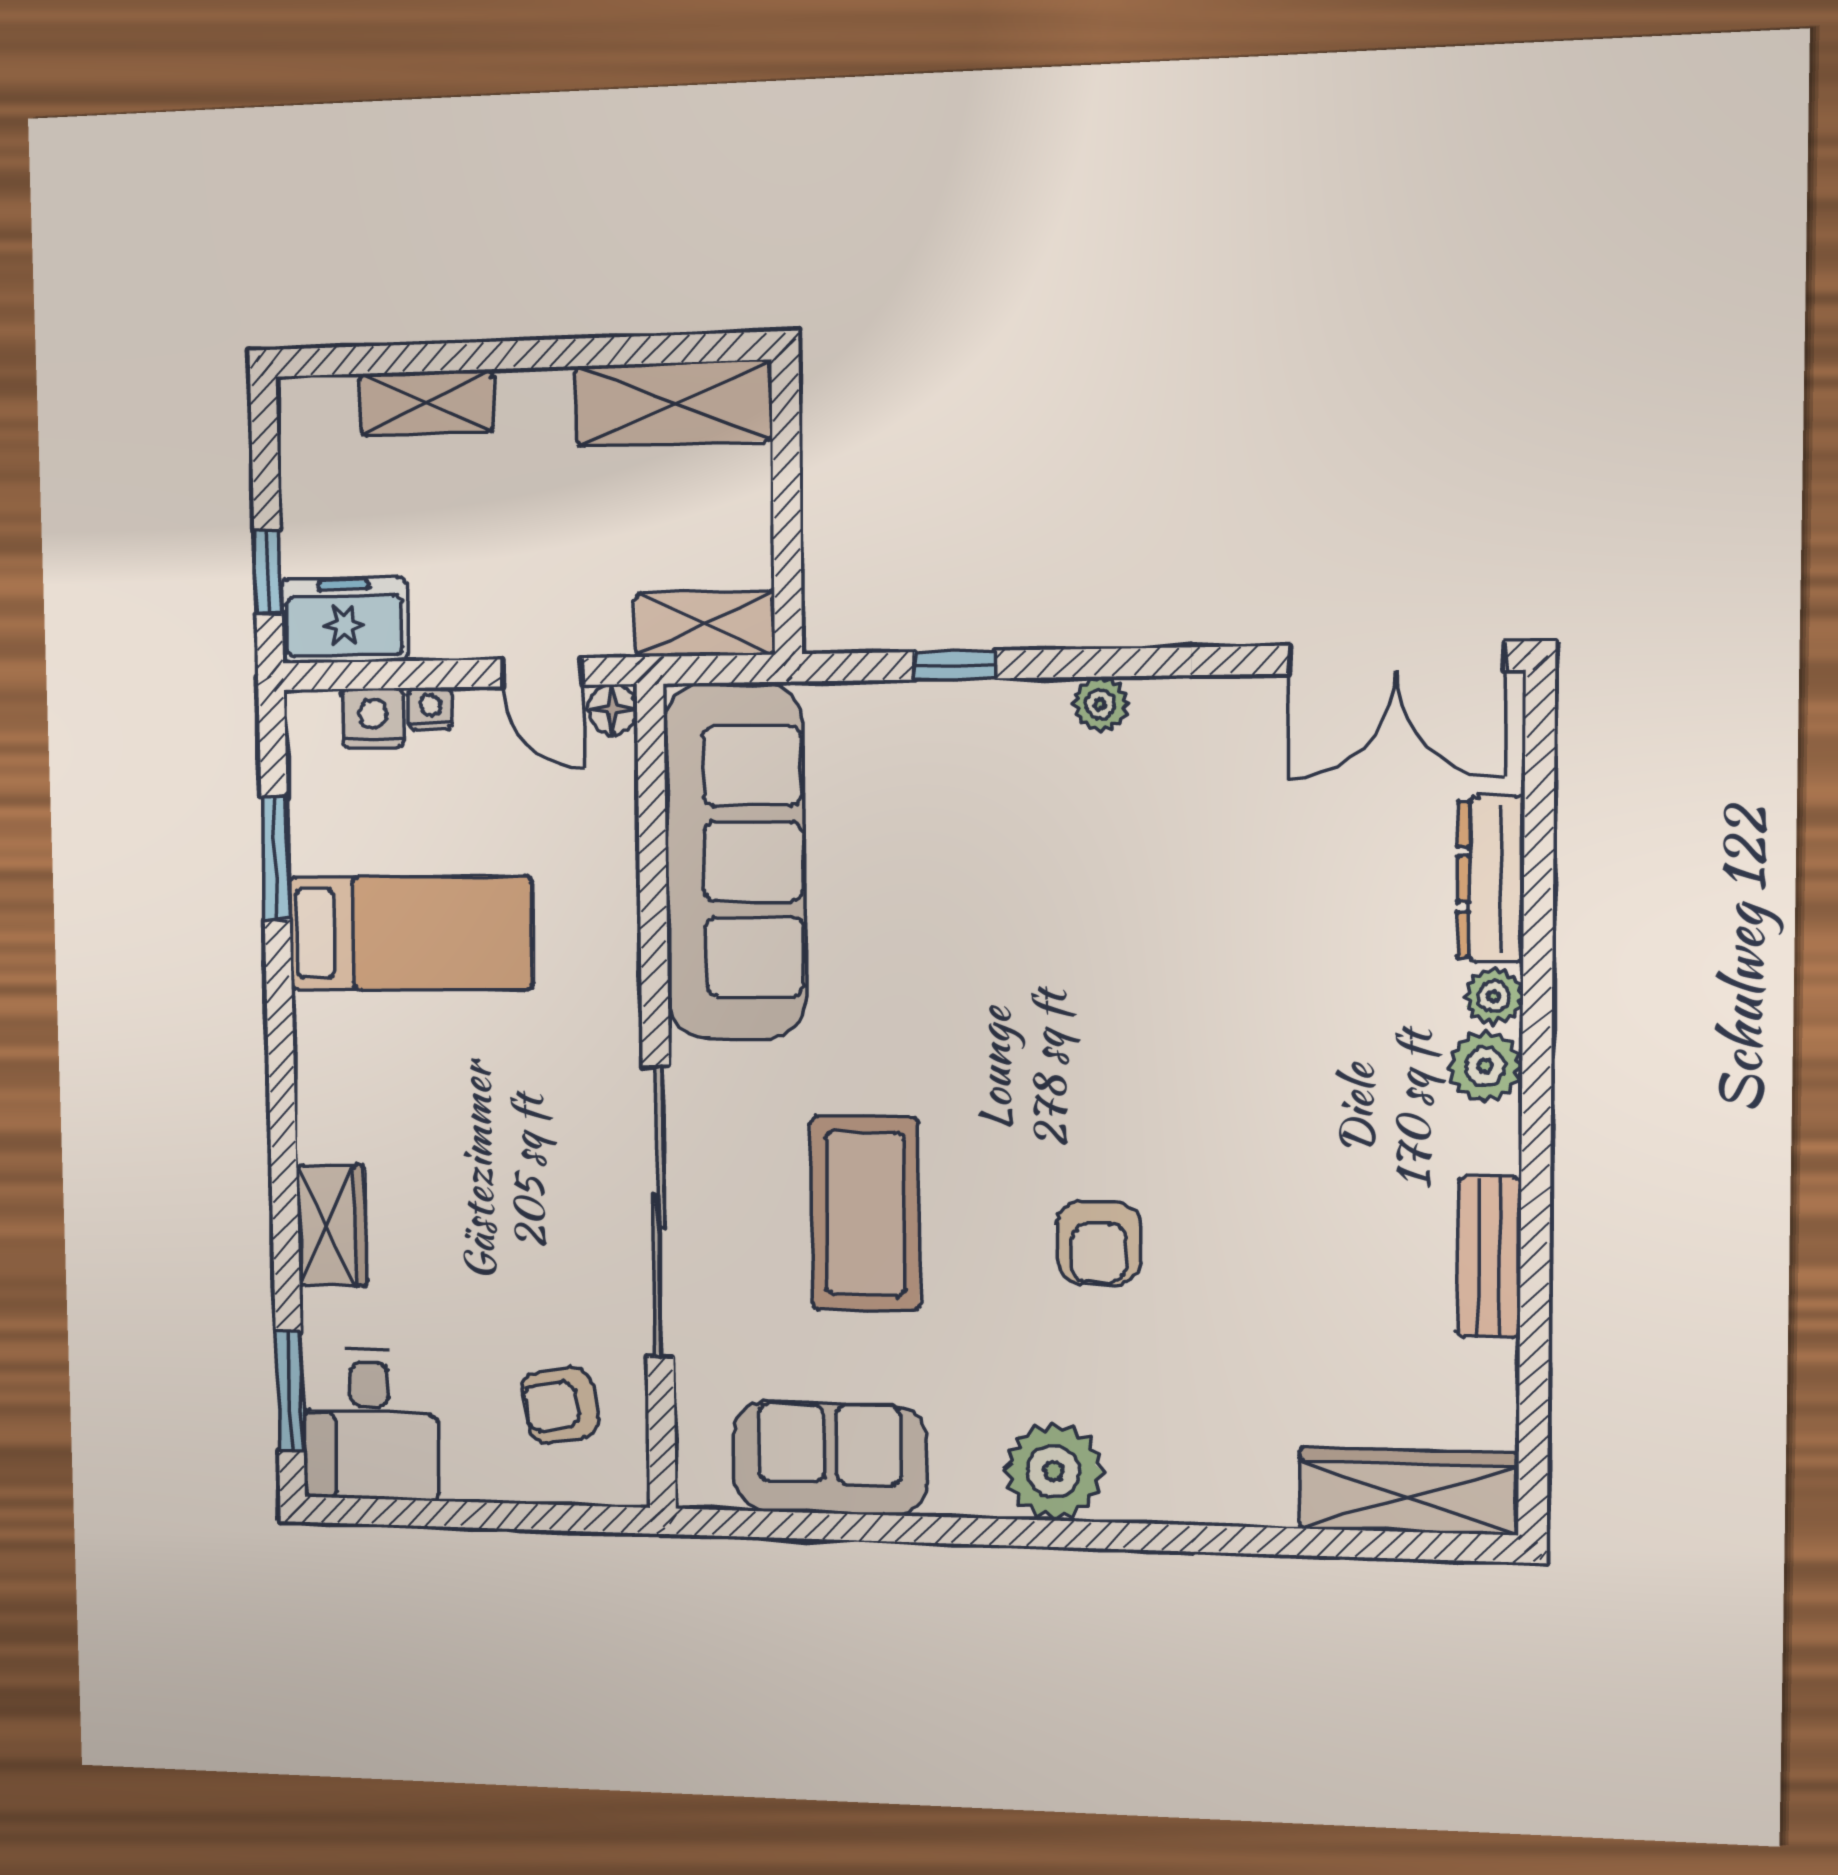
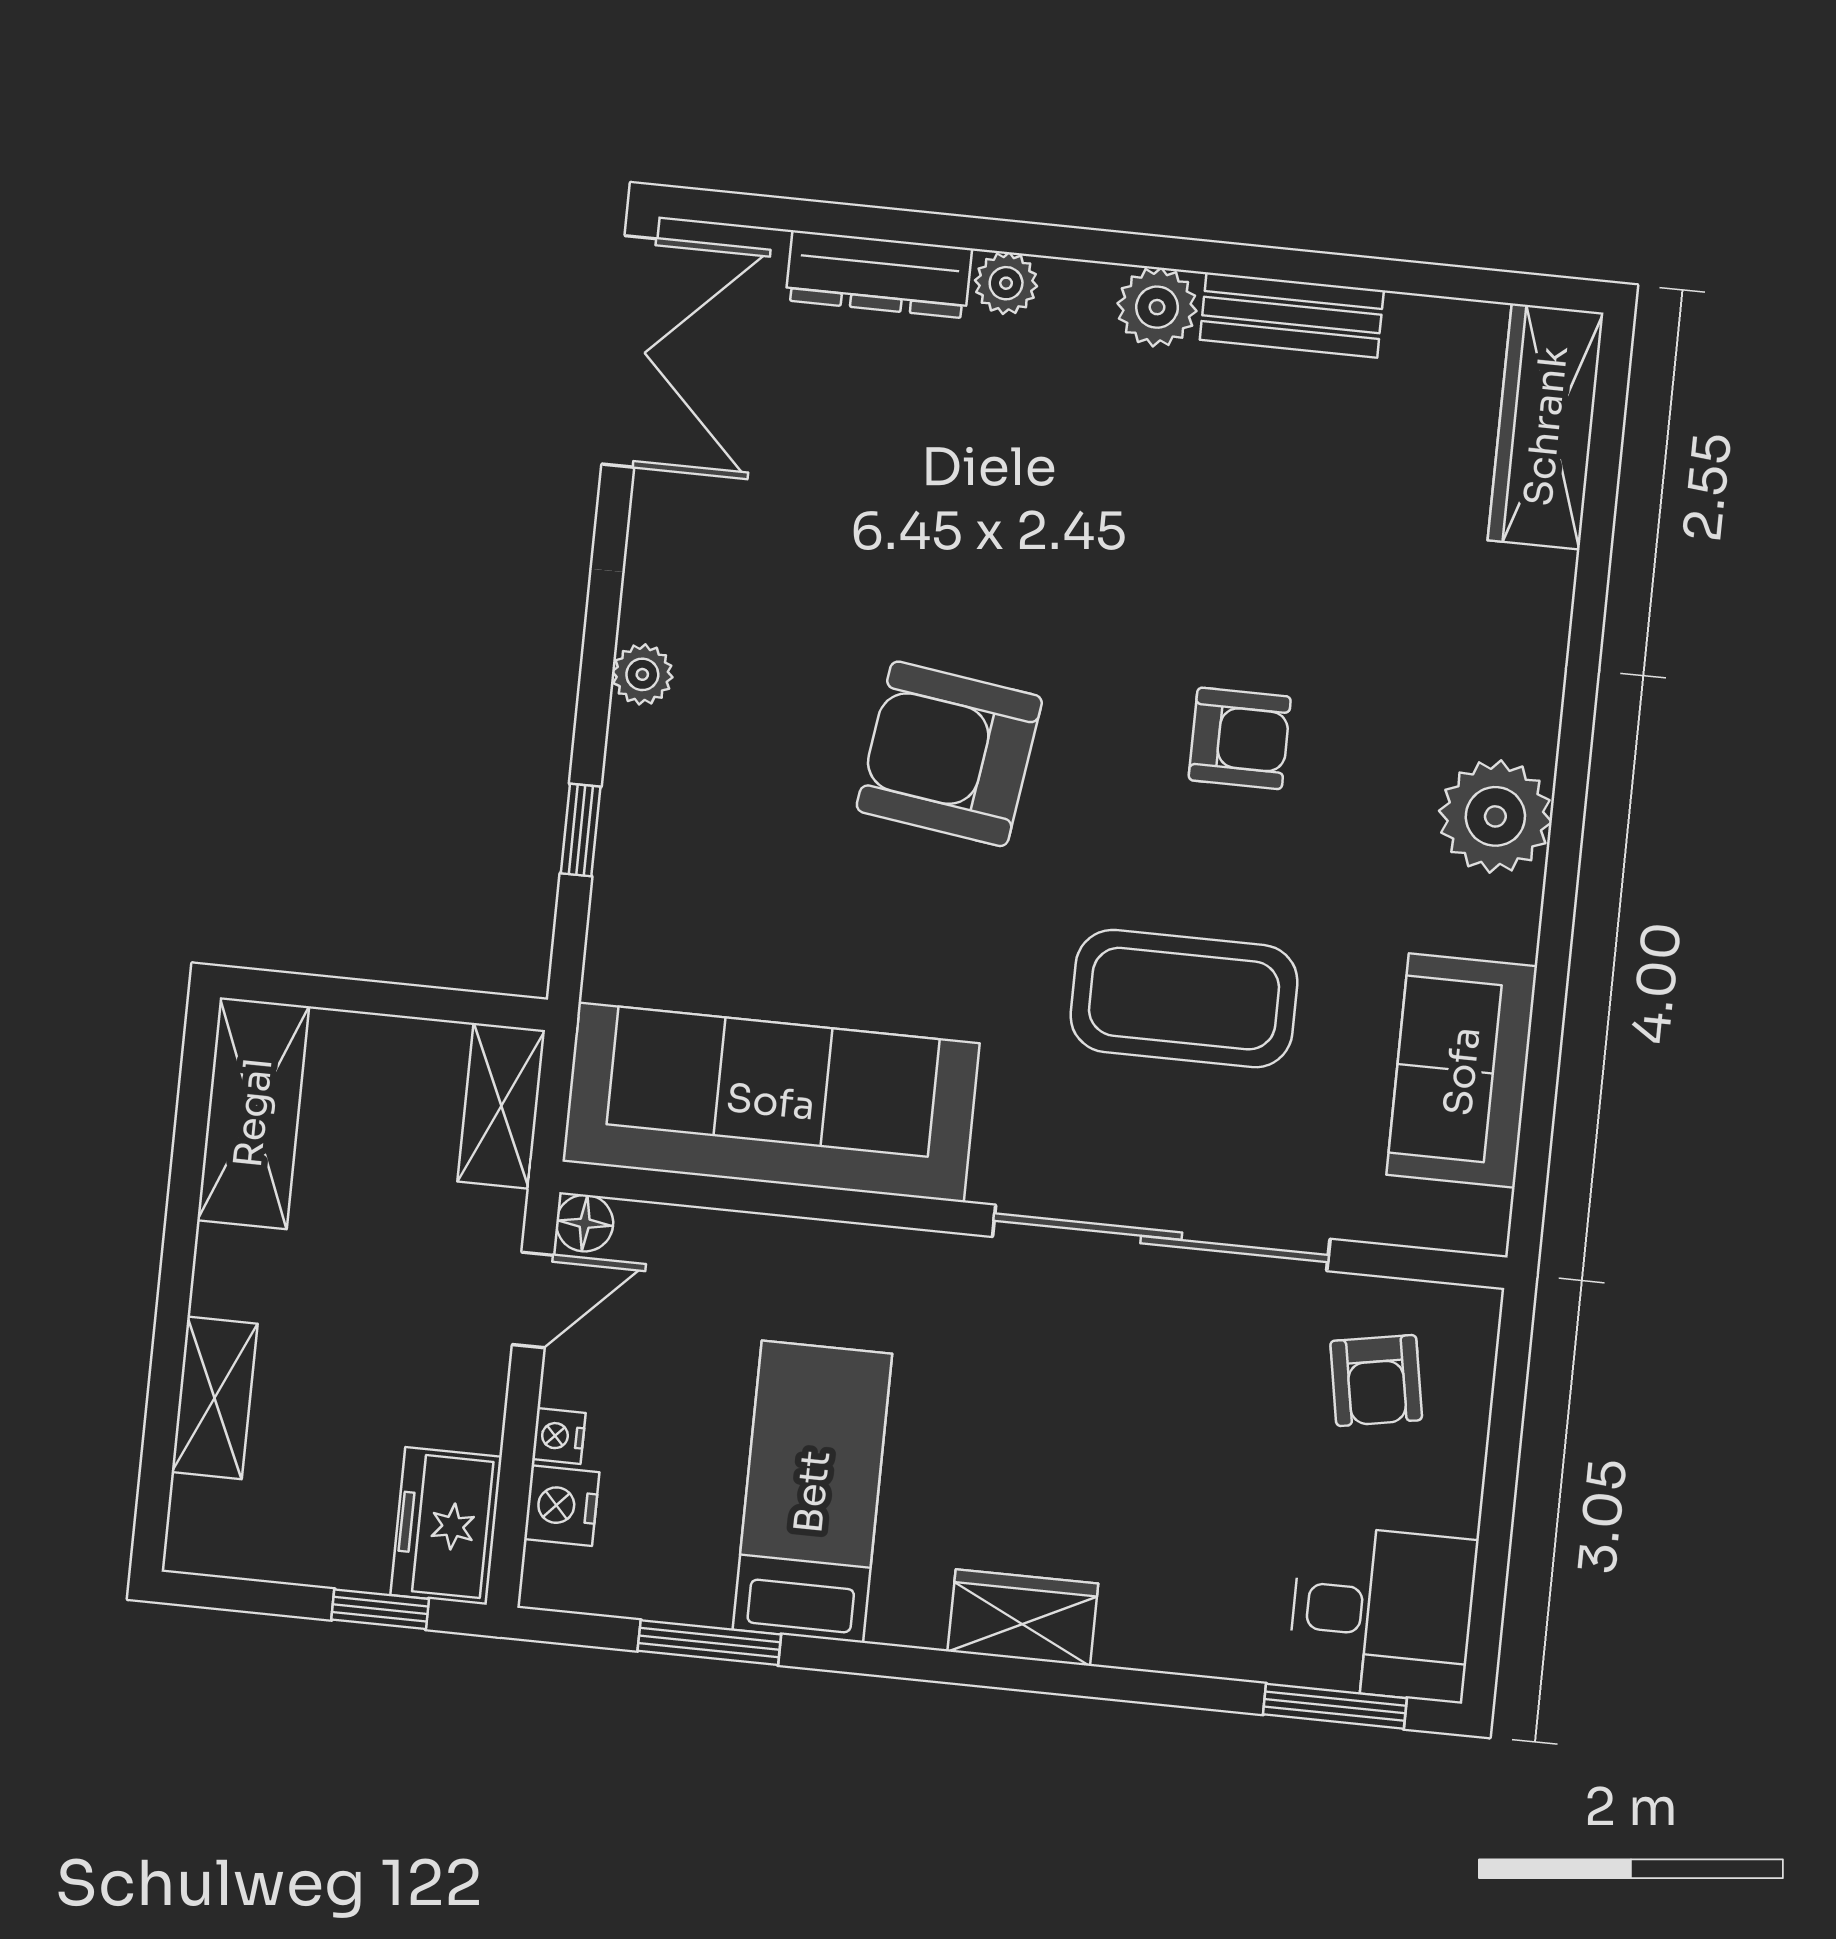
armchair: (1058, 987) -> (949, 754), added
plant: (1485, 1067) -> (1157, 307), moved
wardrobe: (332, 1226) -> (1023, 1618), moved

